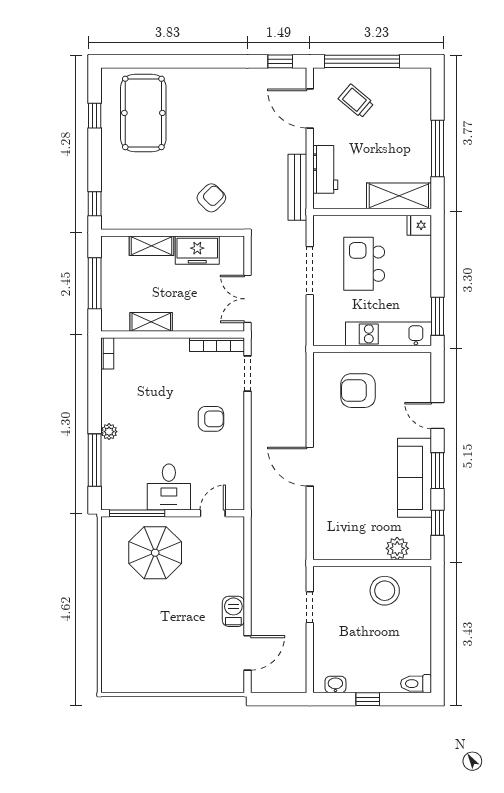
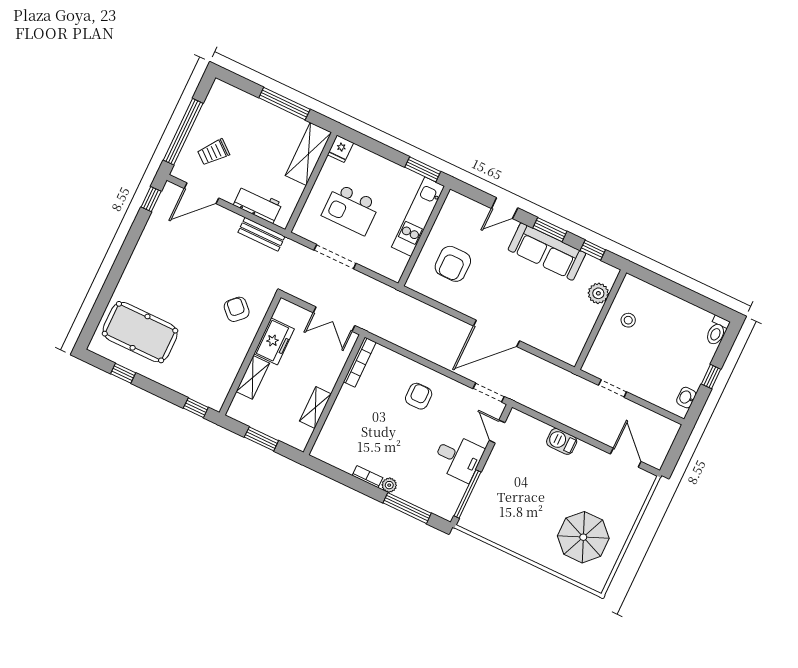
bench: (297, 187) -> (261, 234), width x0.73
window: (95, 283) -> (261, 439), width x0.69
bookcase: (107, 353) -> (367, 477), moved
doorway: (247, 374) -> (489, 393), moved
door: (310, 467) -> (497, 333), width x1.36
parasol: (155, 553) -> (583, 537), moved
stool: (385, 591) -> (628, 320), width x0.53, depth x0.53
barbecue: (233, 611) -> (562, 441), moved

